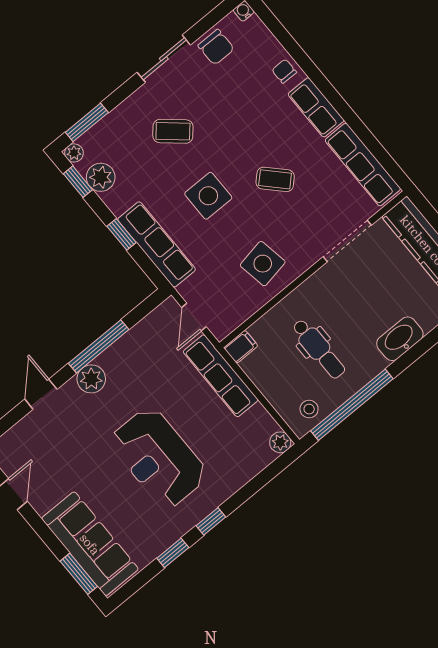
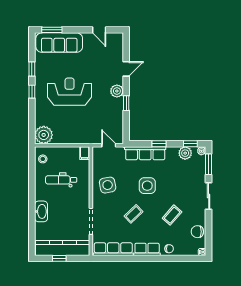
sliding door: (164, 59) -> (209, 196), moved
coffee table: (173, 131) -> (172, 215), moved
window: (99, 346) -> (126, 103), width x0.46
row of seats: (221, 376) -> (80, 138), removed
door: (41, 394) -> (126, 69), hinge flipped
window: (352, 405) -> (32, 175), removed
plant: (280, 442) -> (44, 135), width x1.88, depth x1.88

